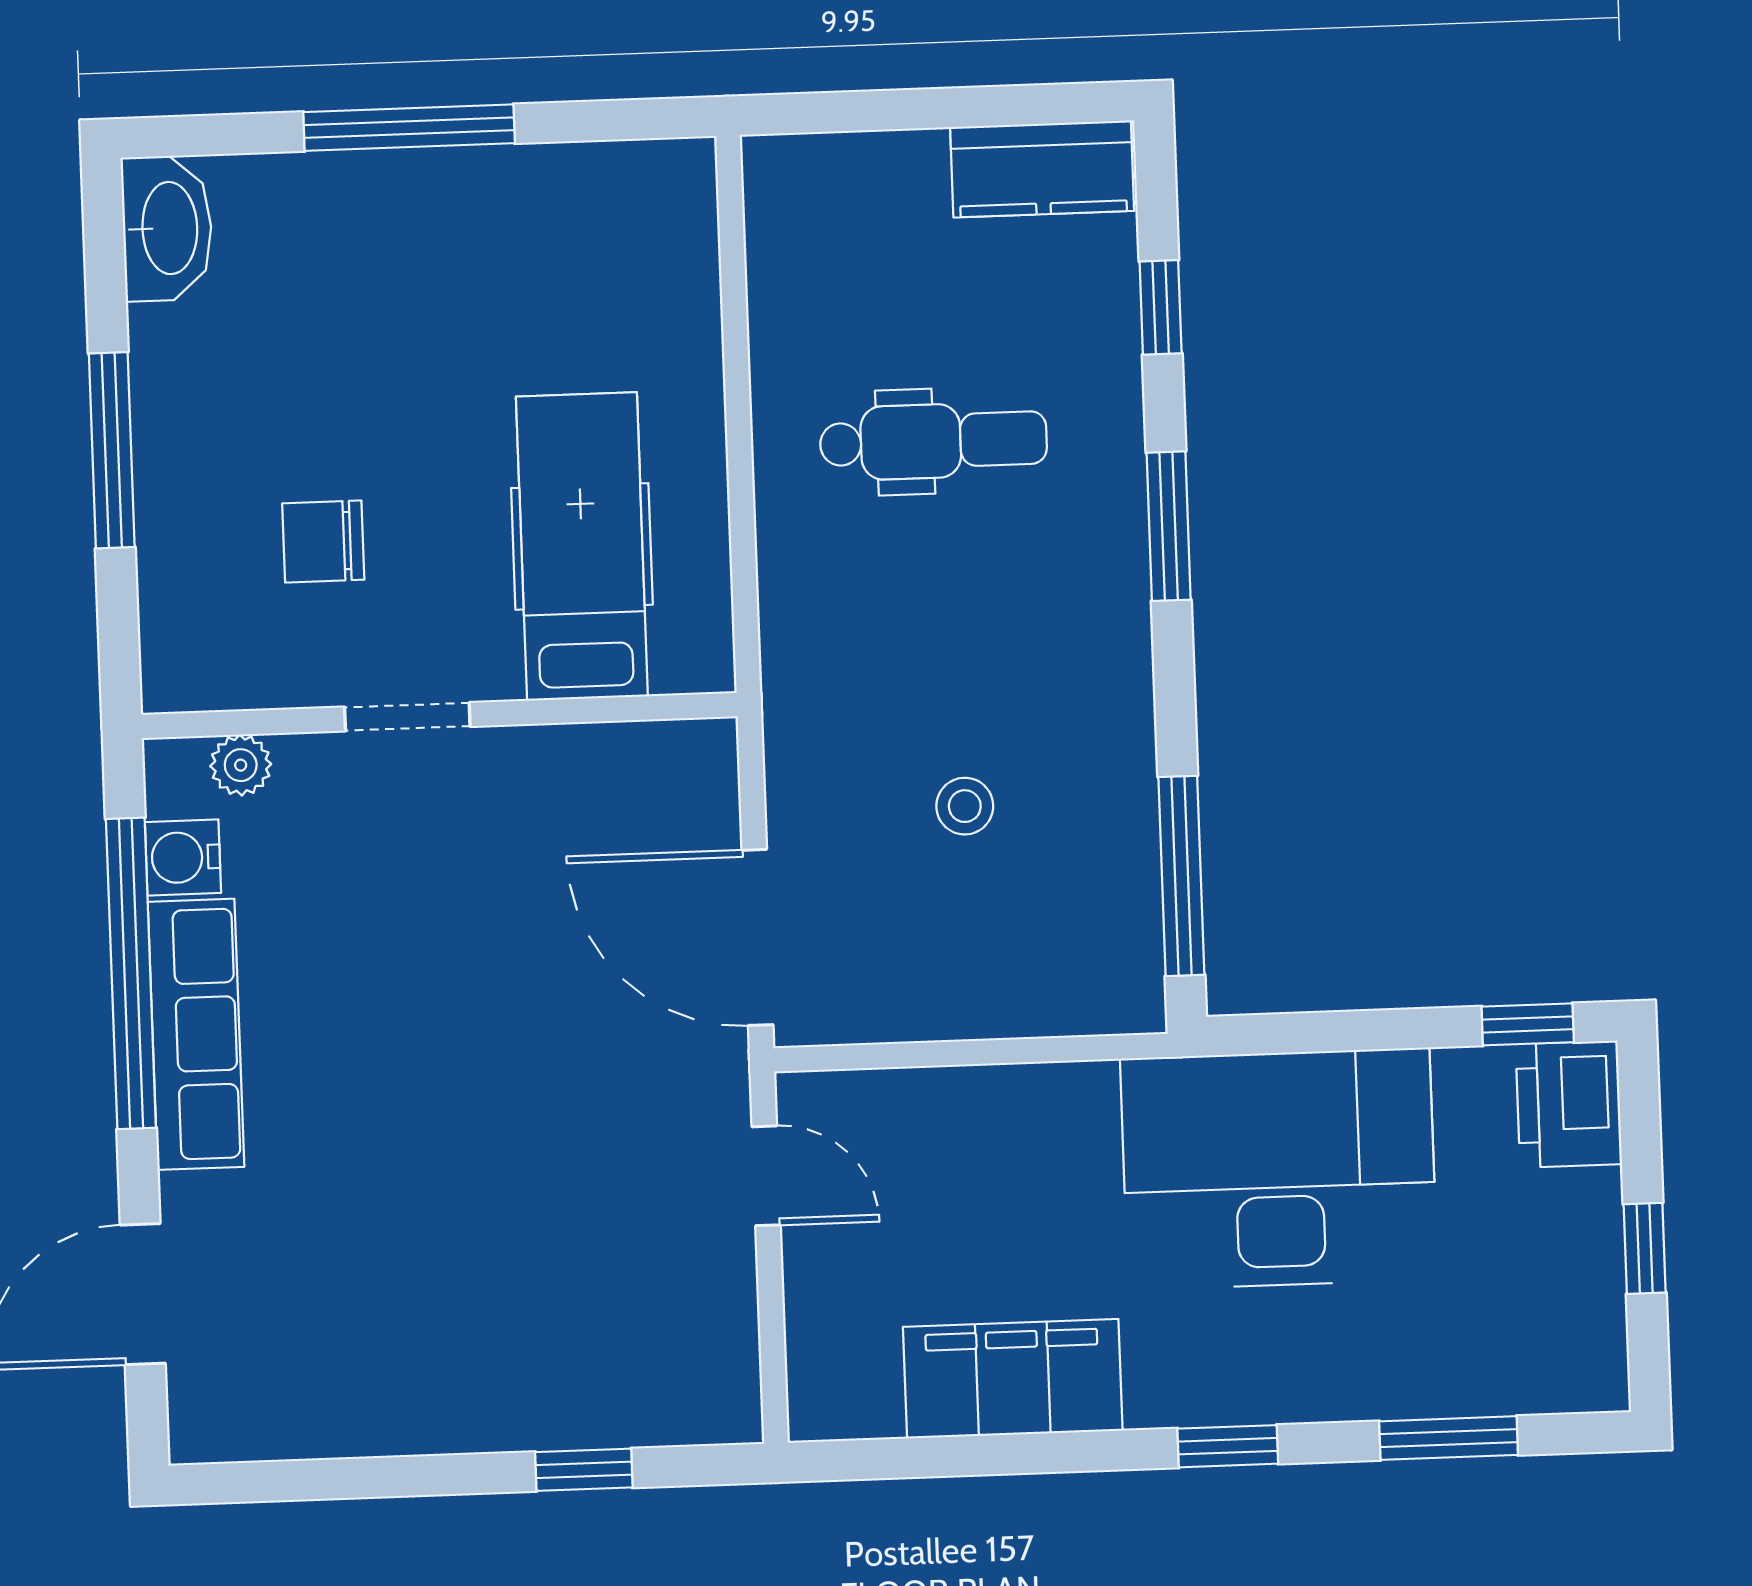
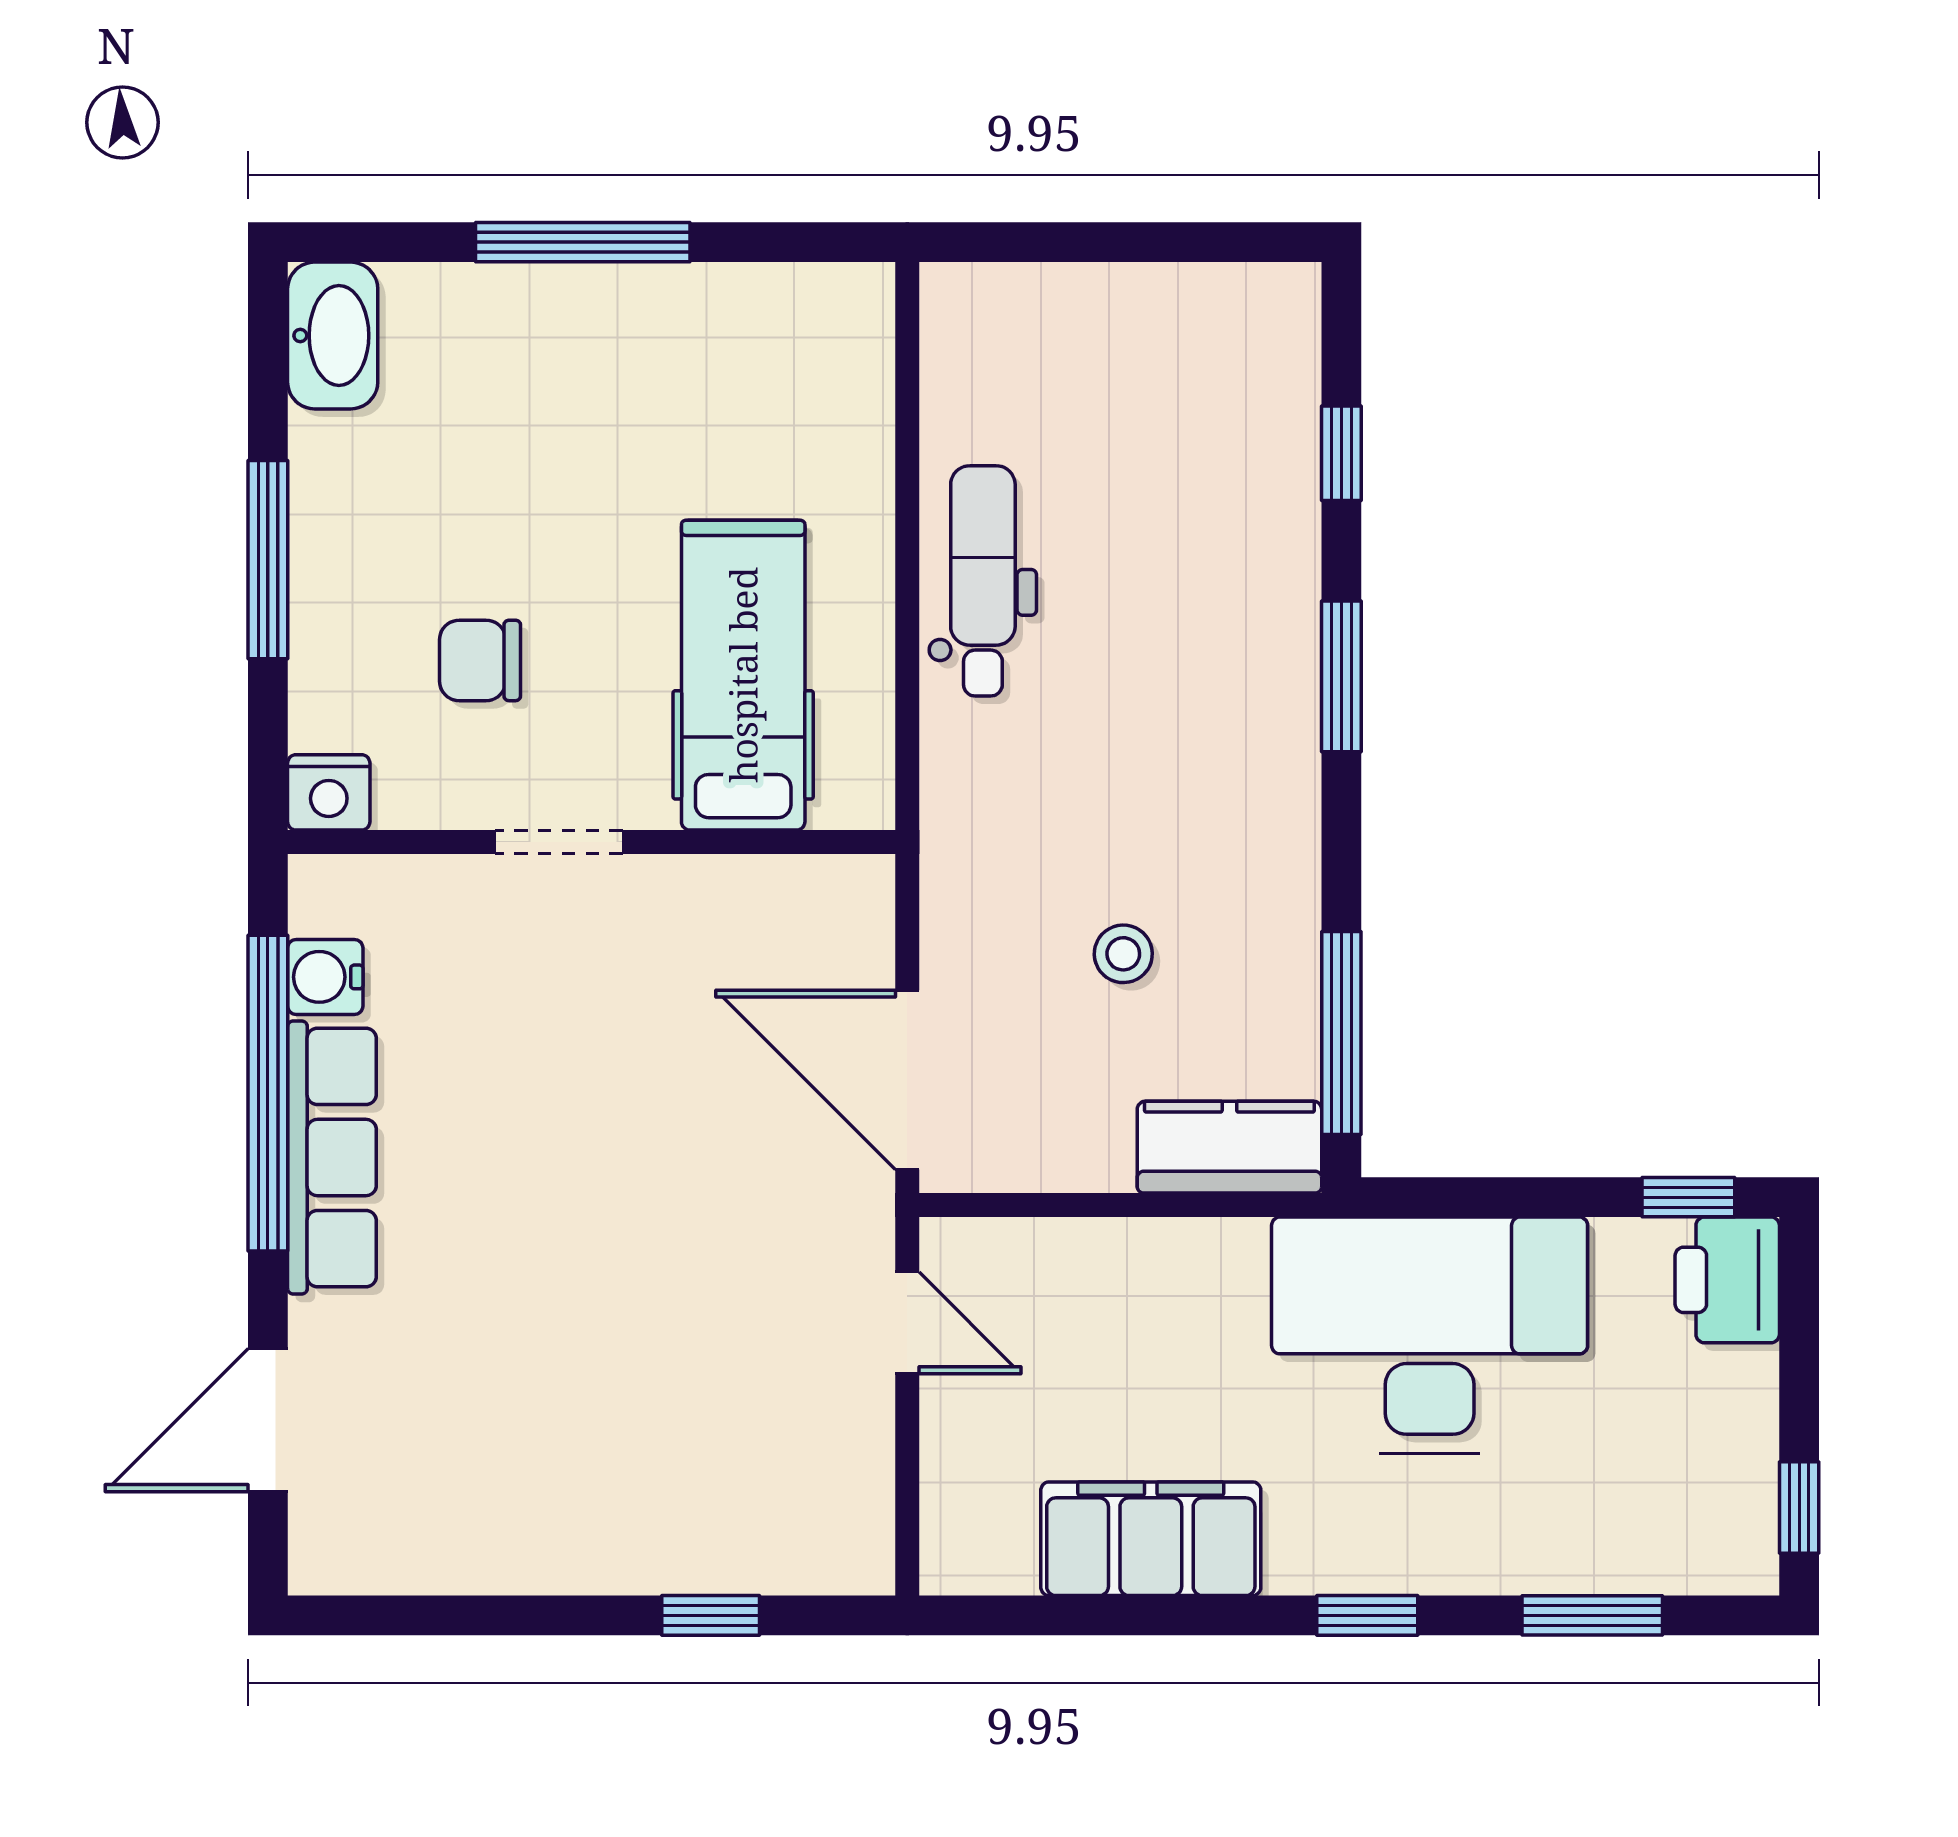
kitchen counter: (1042, 169) -> (1229, 1147), moved, turned 180
dental chair: (933, 441) -> (983, 581), moved, turned -90
nightstand: (180, 676) -> (329, 792), added
plant: (241, 765) -> (387, 885), removed
window: (1645, 1248) -> (1799, 1508), moved

